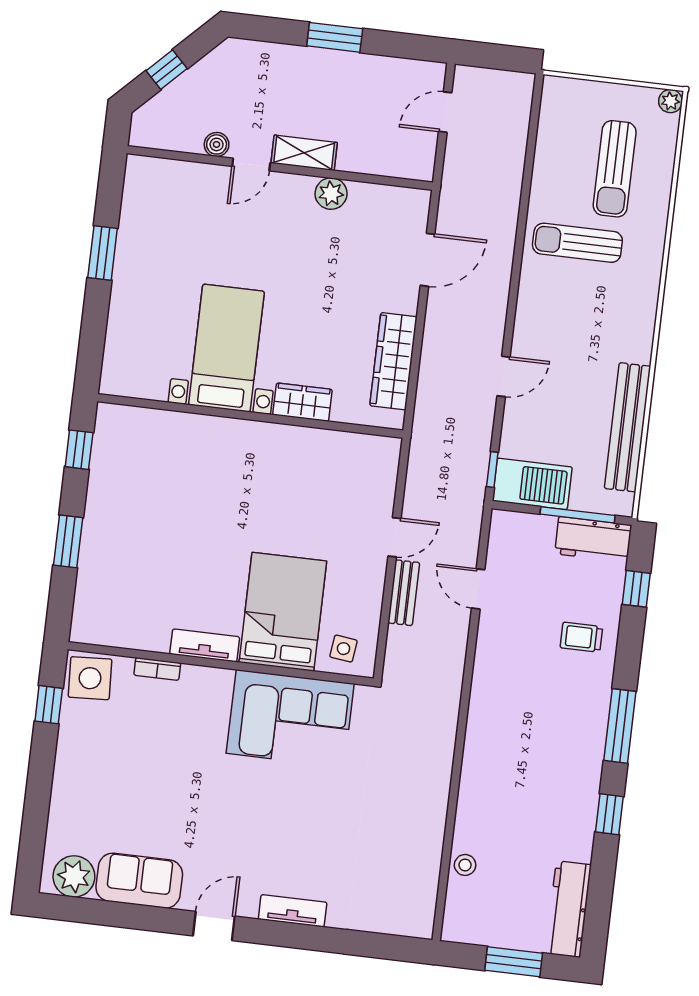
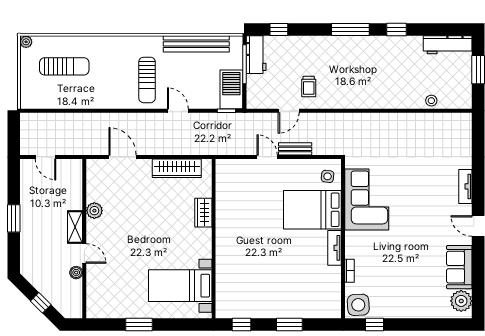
sun lounger: (577, 243) -> (147, 80), moved
bed with nightstands: (226, 348) -> (180, 286), moved
trolley: (581, 637) -> (309, 86), moved

